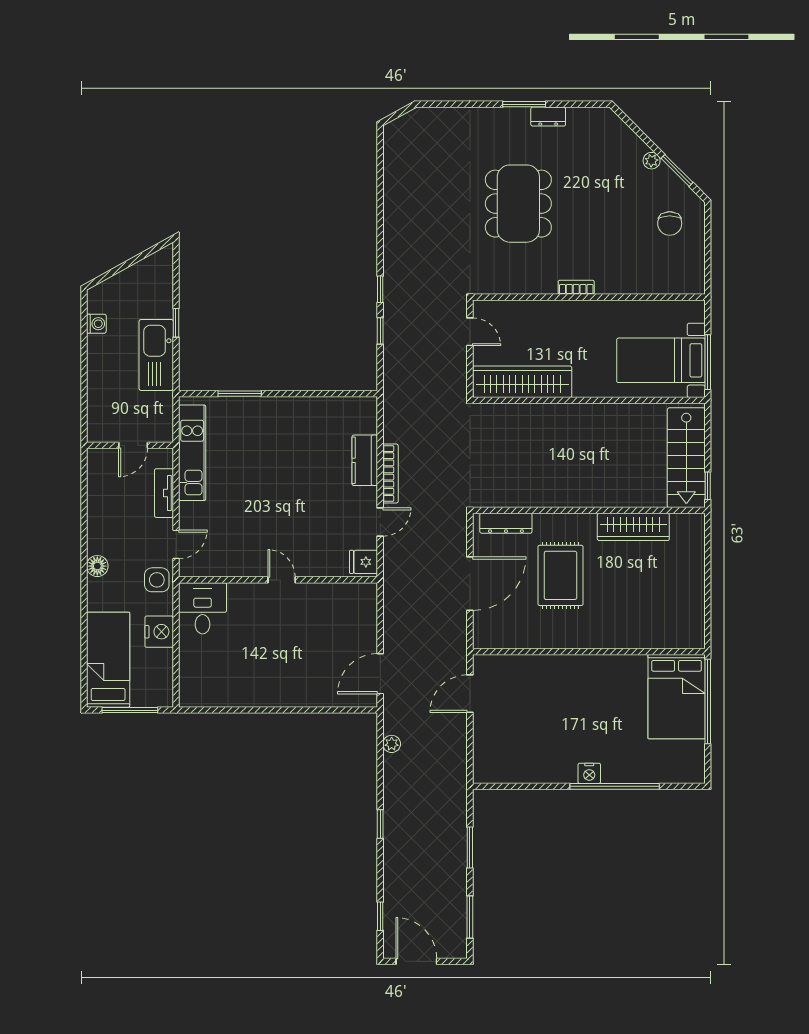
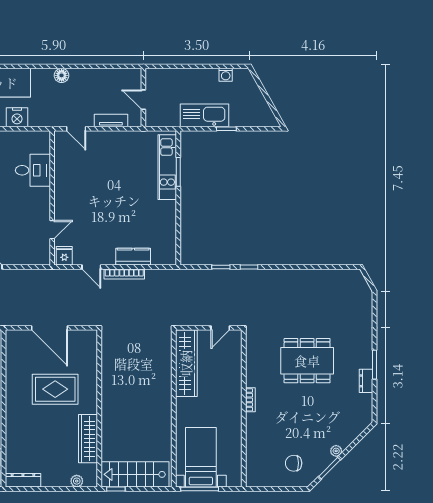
kitchen unit: (192, 453) -> (167, 167), moved, turned 90
dresser: (506, 523) -> (23, 480), moved, turned 90
plant: (696, 544) -> (77, 481), added
side table: (157, 580) -> (52, 116), removed
door: (282, 580) -> (52, 230), moved
desk: (203, 608) -> (33, 170), moved

